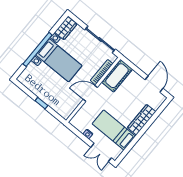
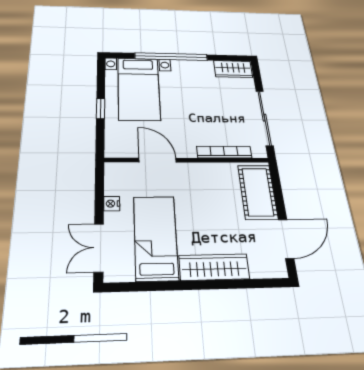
bed with nightstands: (59, 60) -> (139, 88), moved
cot: (117, 76) -> (258, 192), moved, turned 90
door: (90, 93) -> (158, 160), moved

